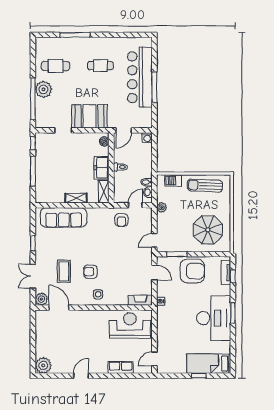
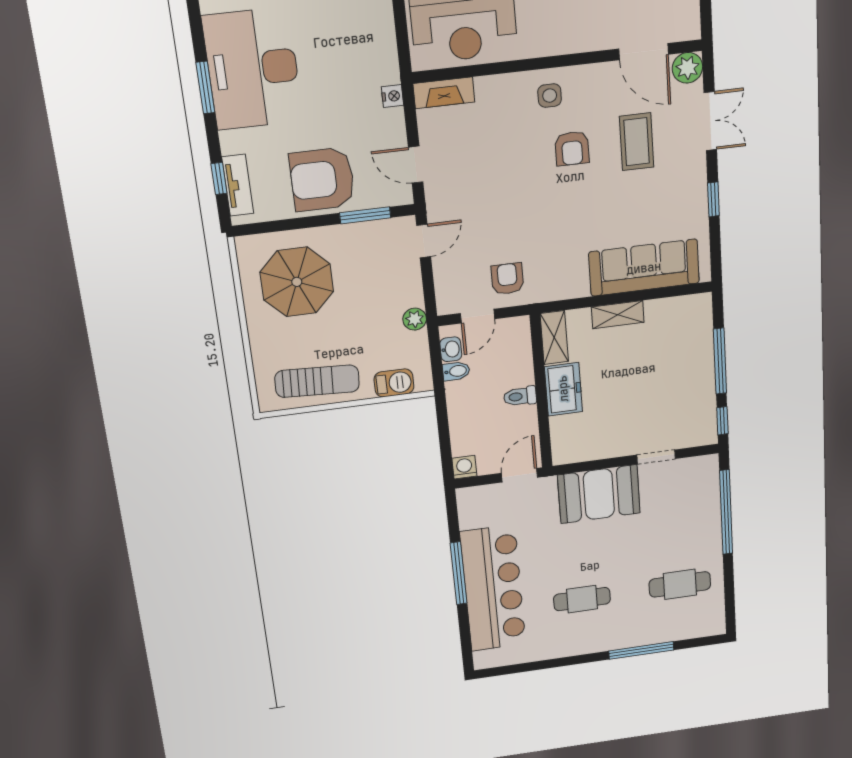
plant: (43, 89) -> (704, 535), removed
boiler: (104, 141) -> (562, 446), removed
armchair: (91, 272) -> (572, 148), turned 90

